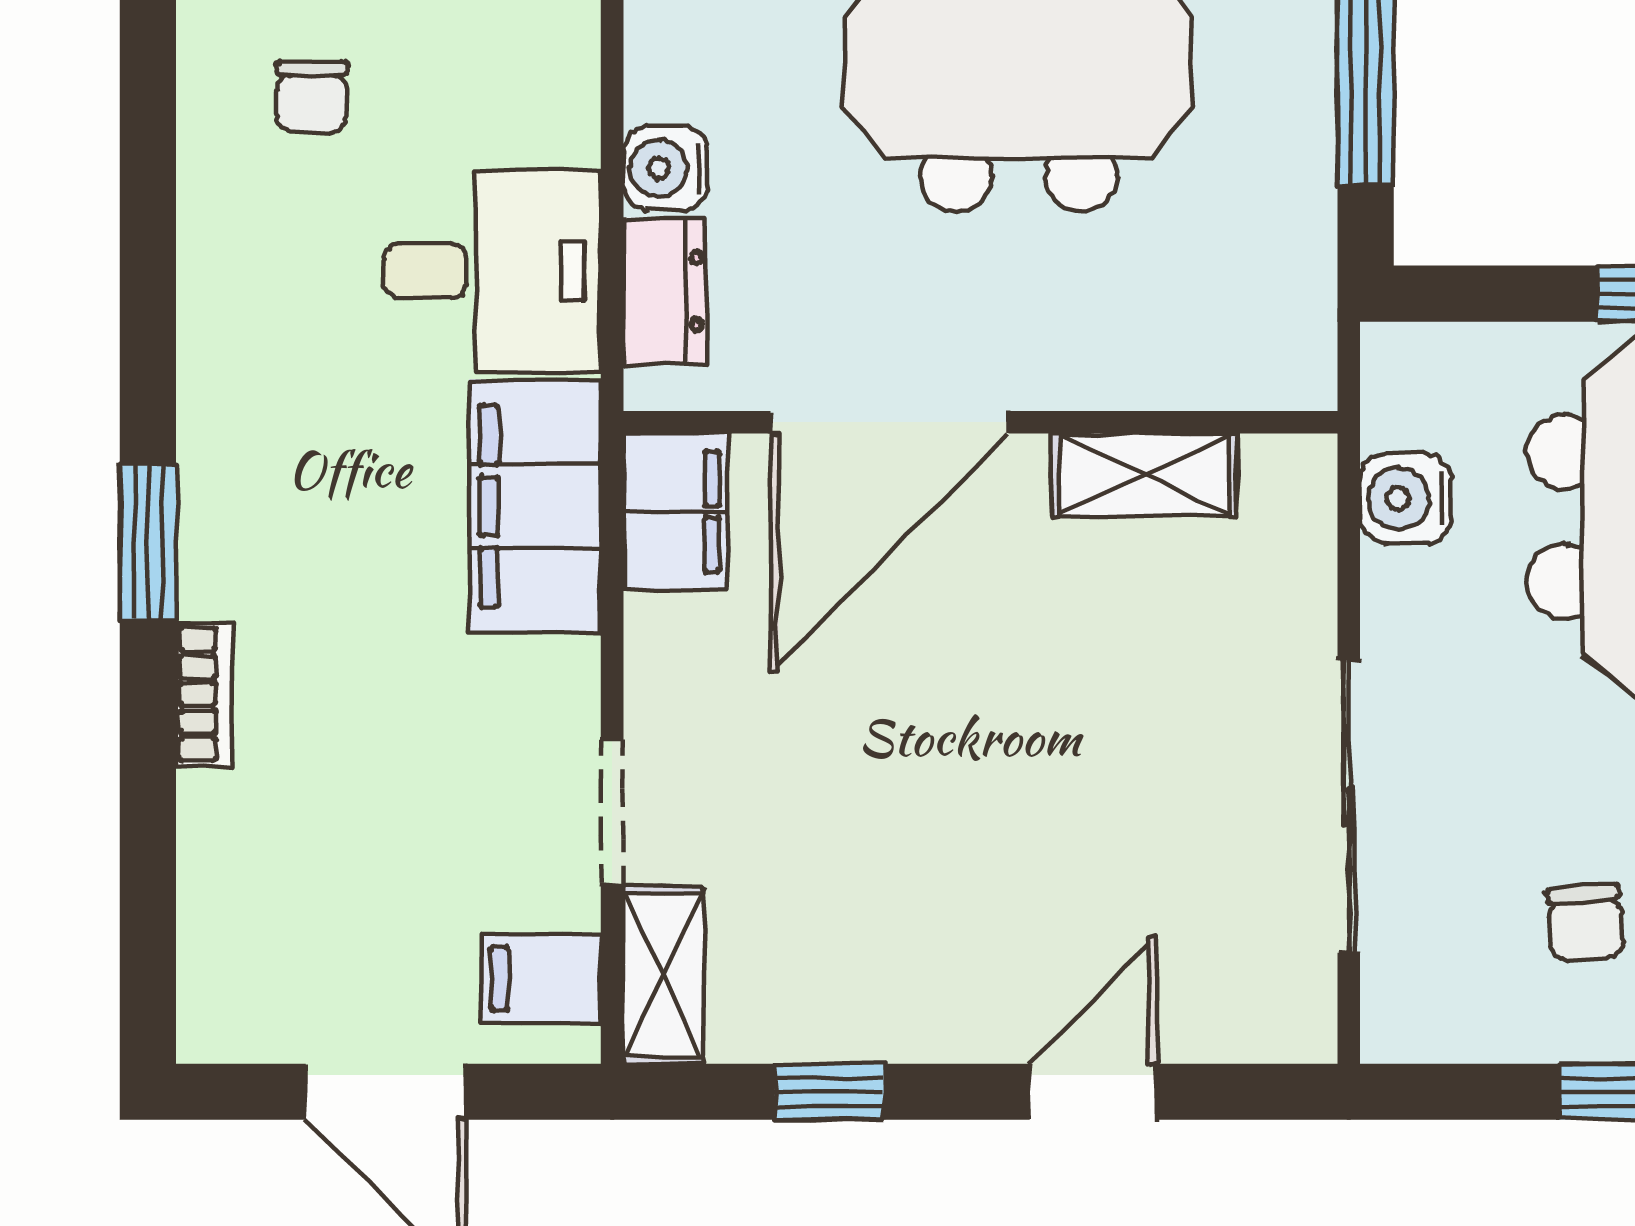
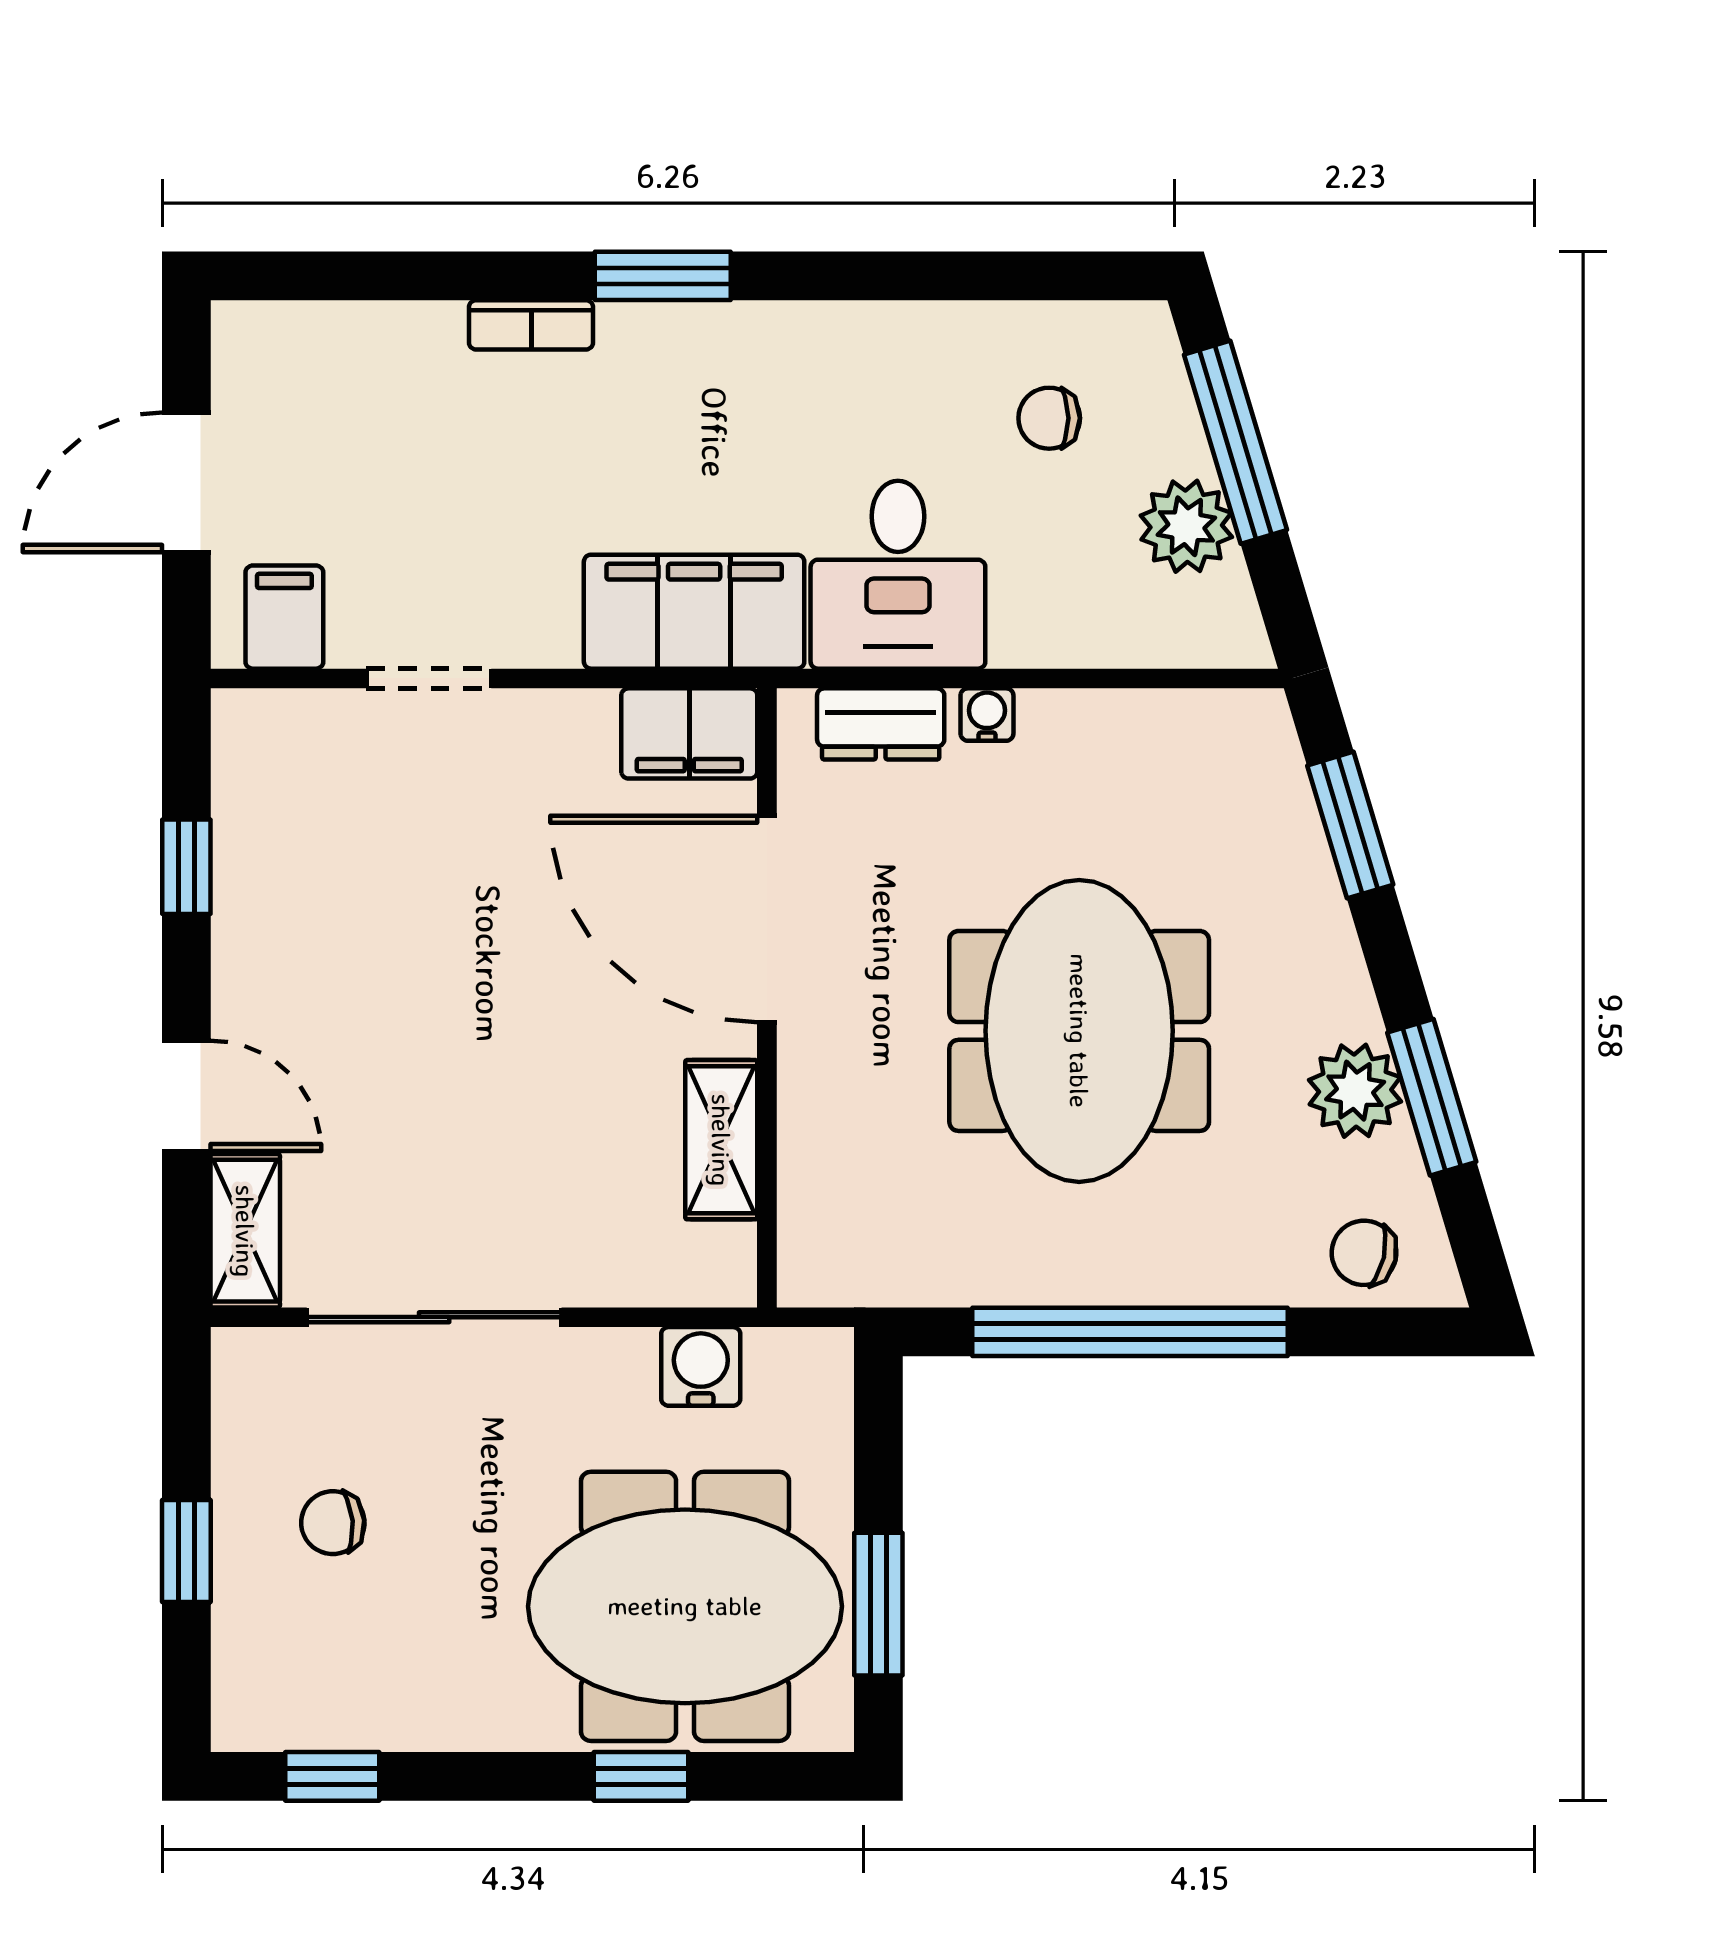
water cooler: (665, 168) -> (987, 715), width x0.72, depth x0.72
shelving: (663, 975) -> (245, 1231), moved, turned 90

